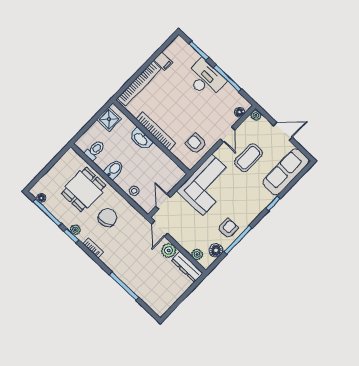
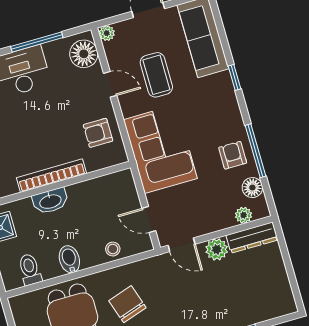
floor lamp: (239, 112) -> (84, 54), width x1.89, depth x1.89

